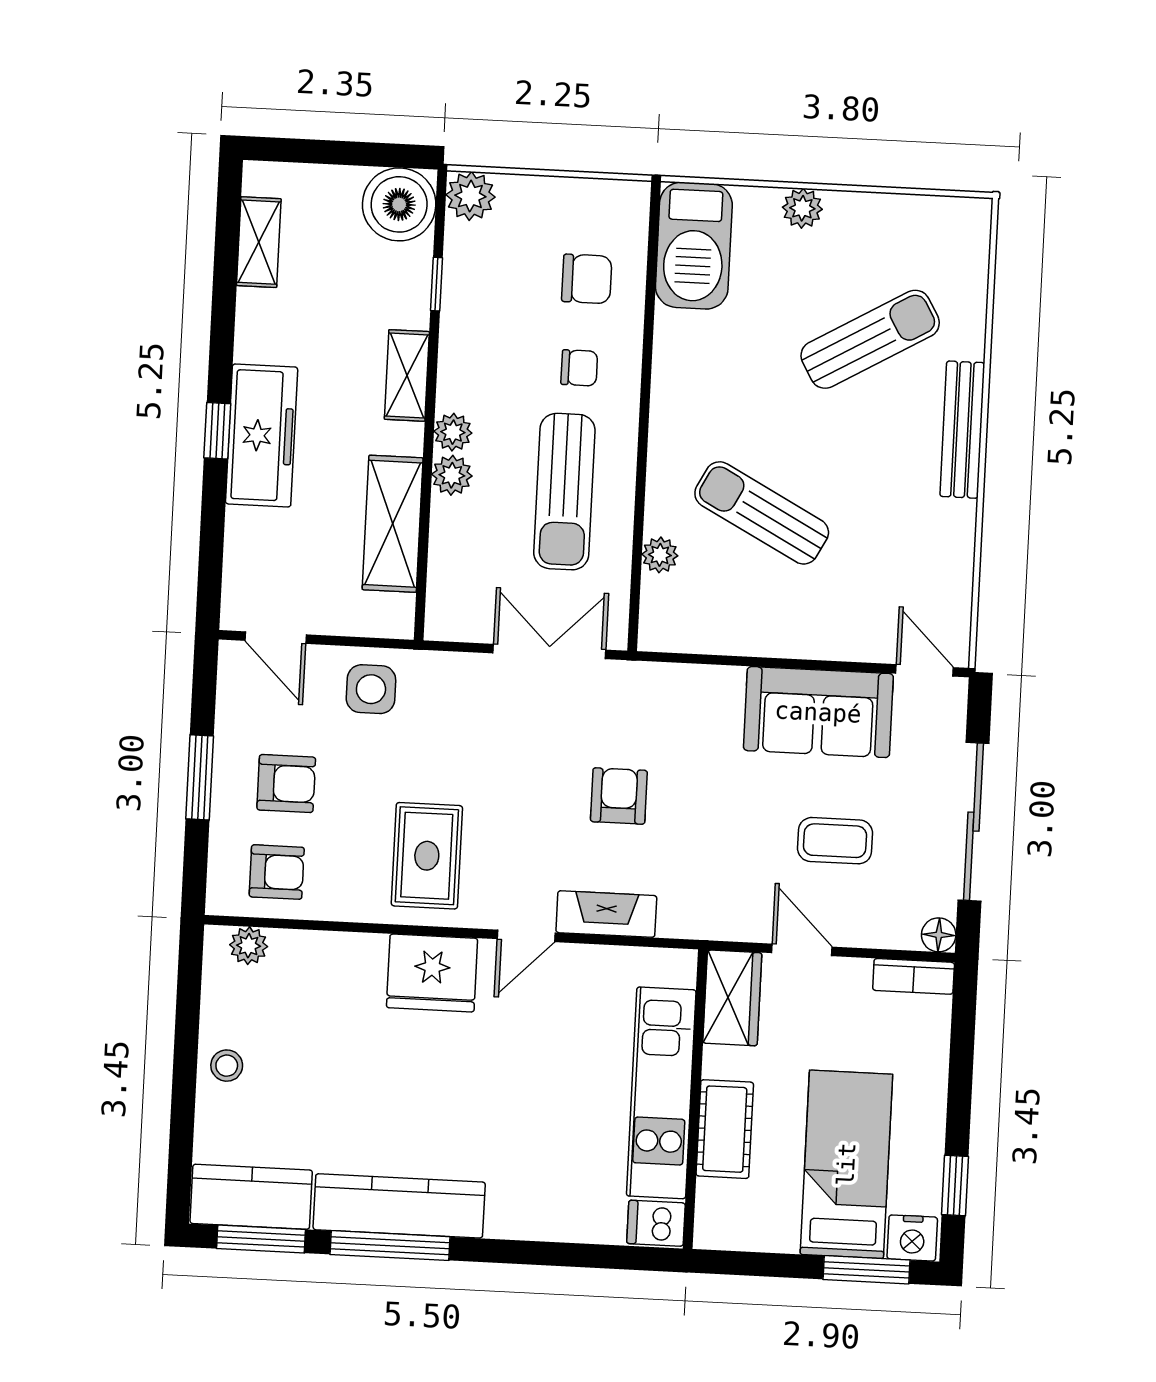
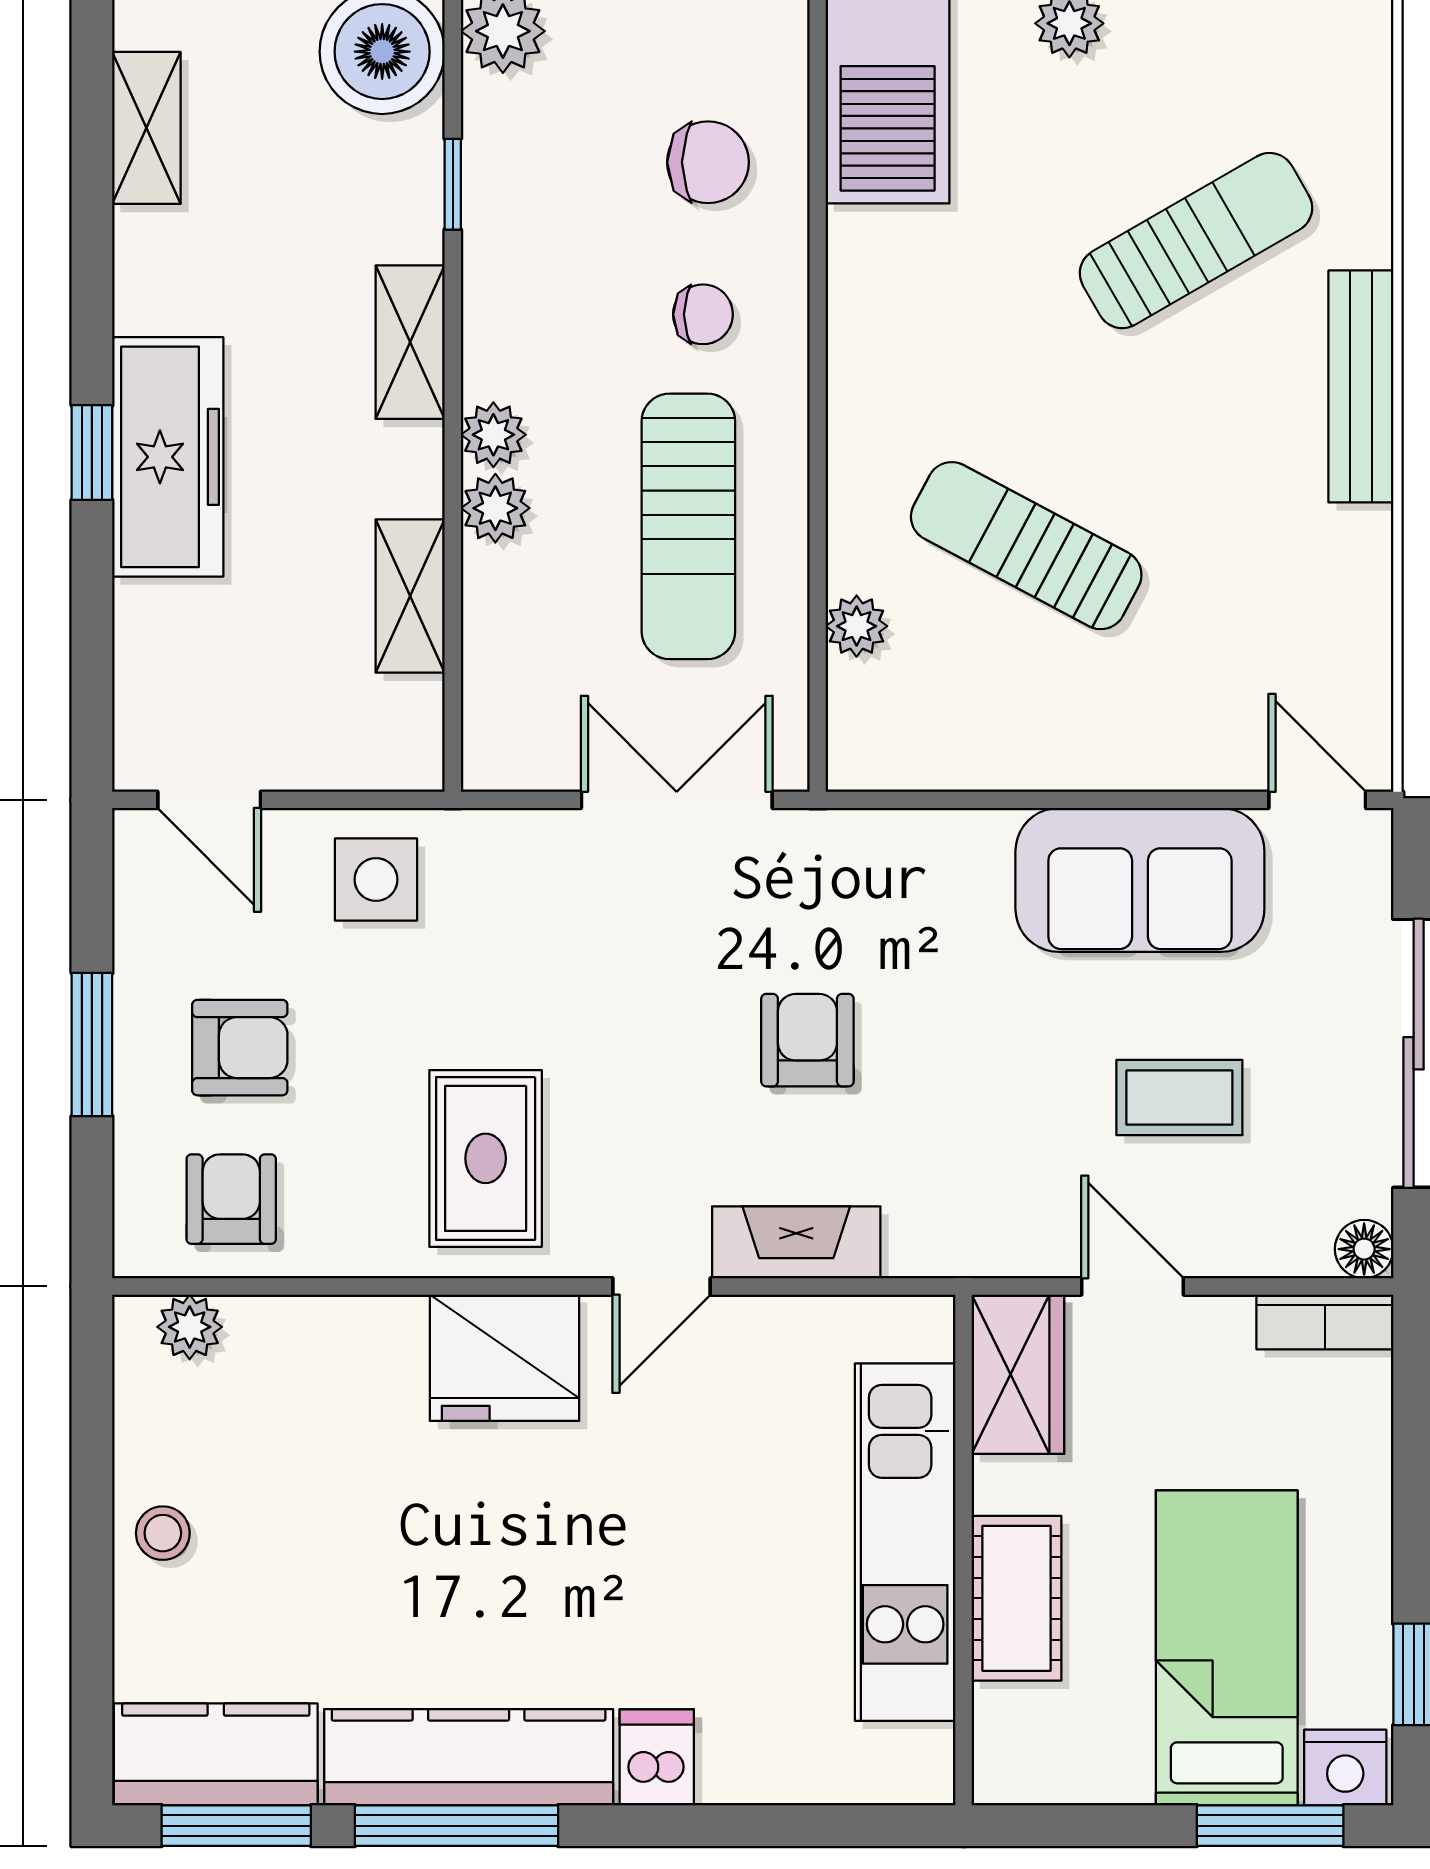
shelving: (393, 524) -> (410, 596), width x0.67, depth x0.75
armchair: (277, 872) -> (231, 1199), turned -90
dishwasher: (656, 1223) -> (657, 1757), moved, turned 90

